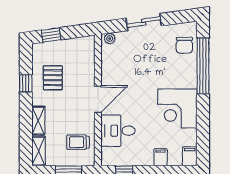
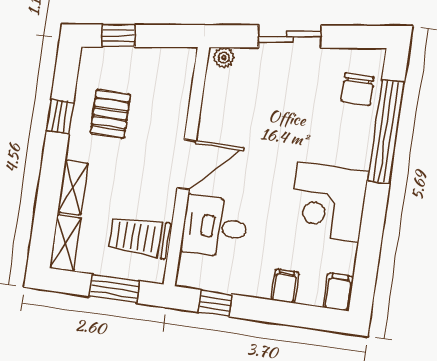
trolley: (78, 142) -> (140, 237), width x1.36, depth x1.39

